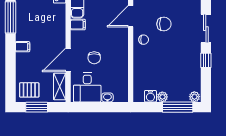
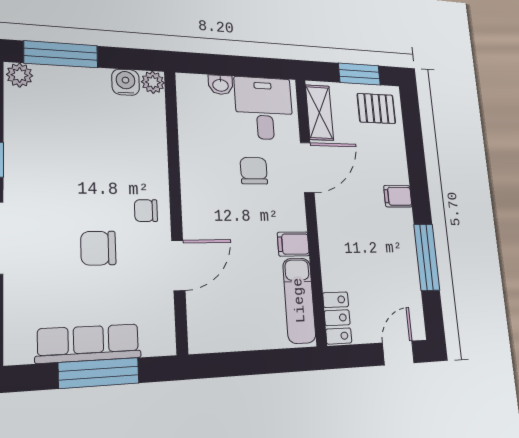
plant: (162, 97) -> (153, 82), moved

